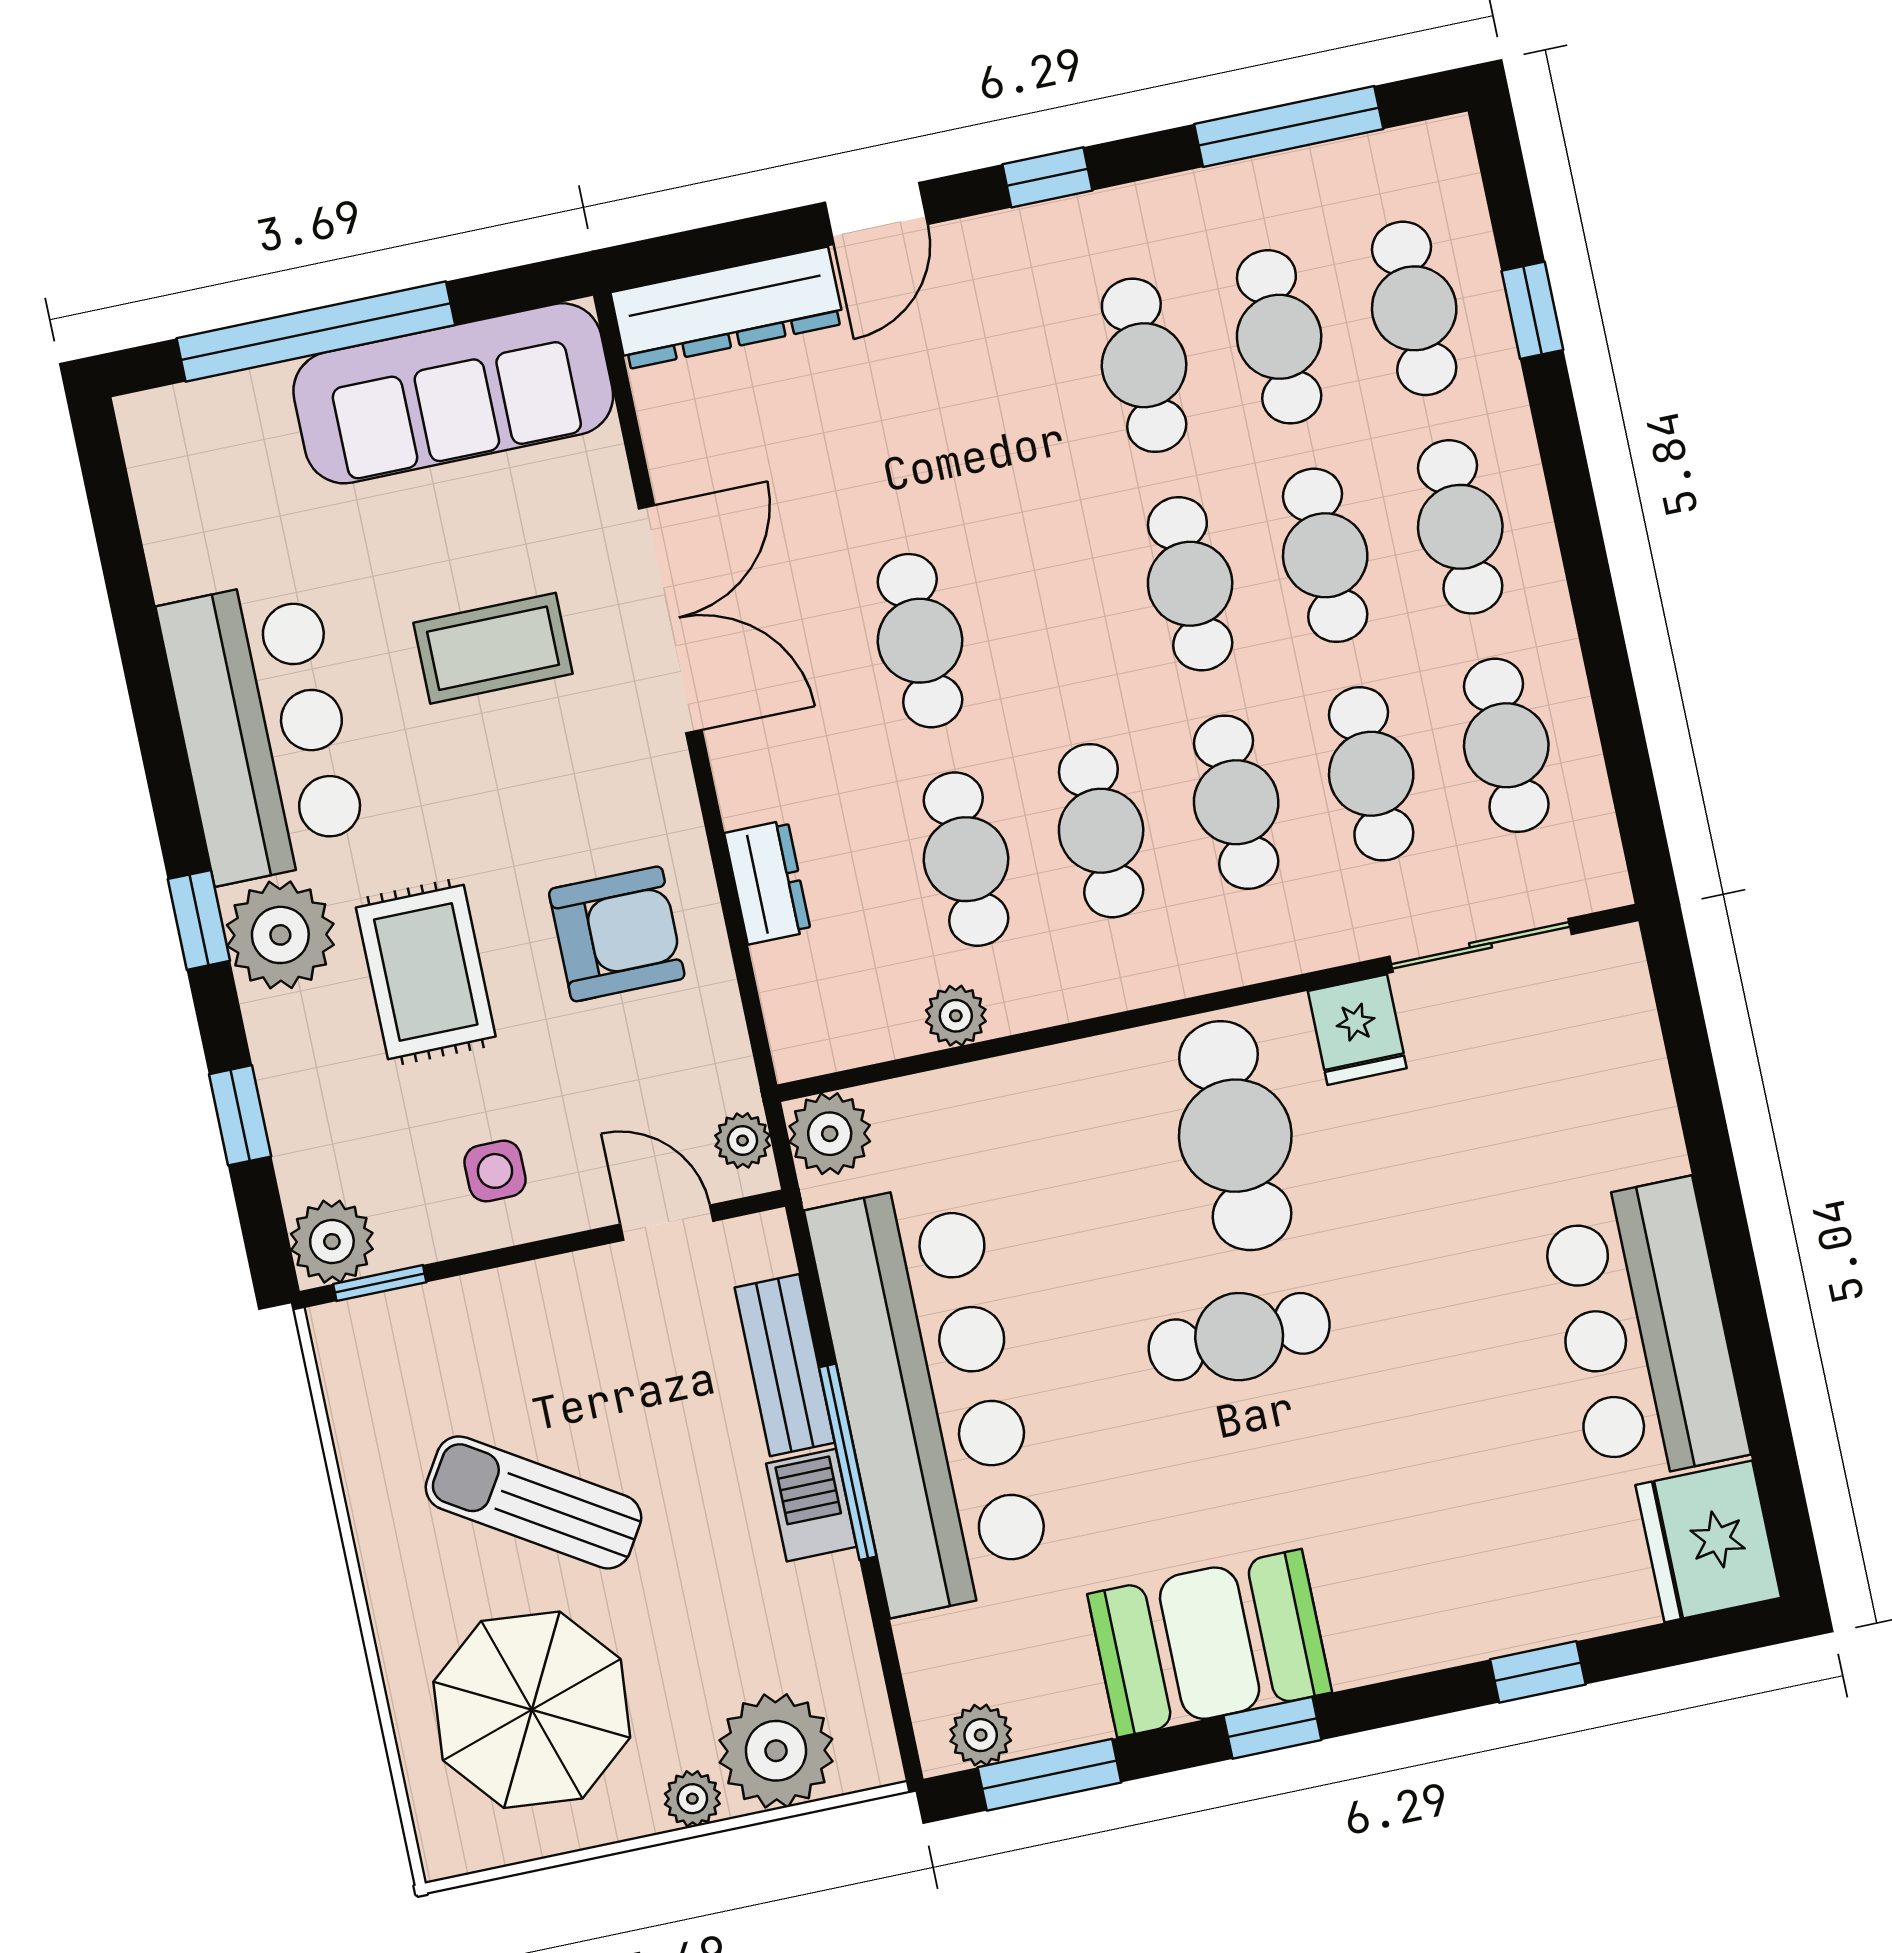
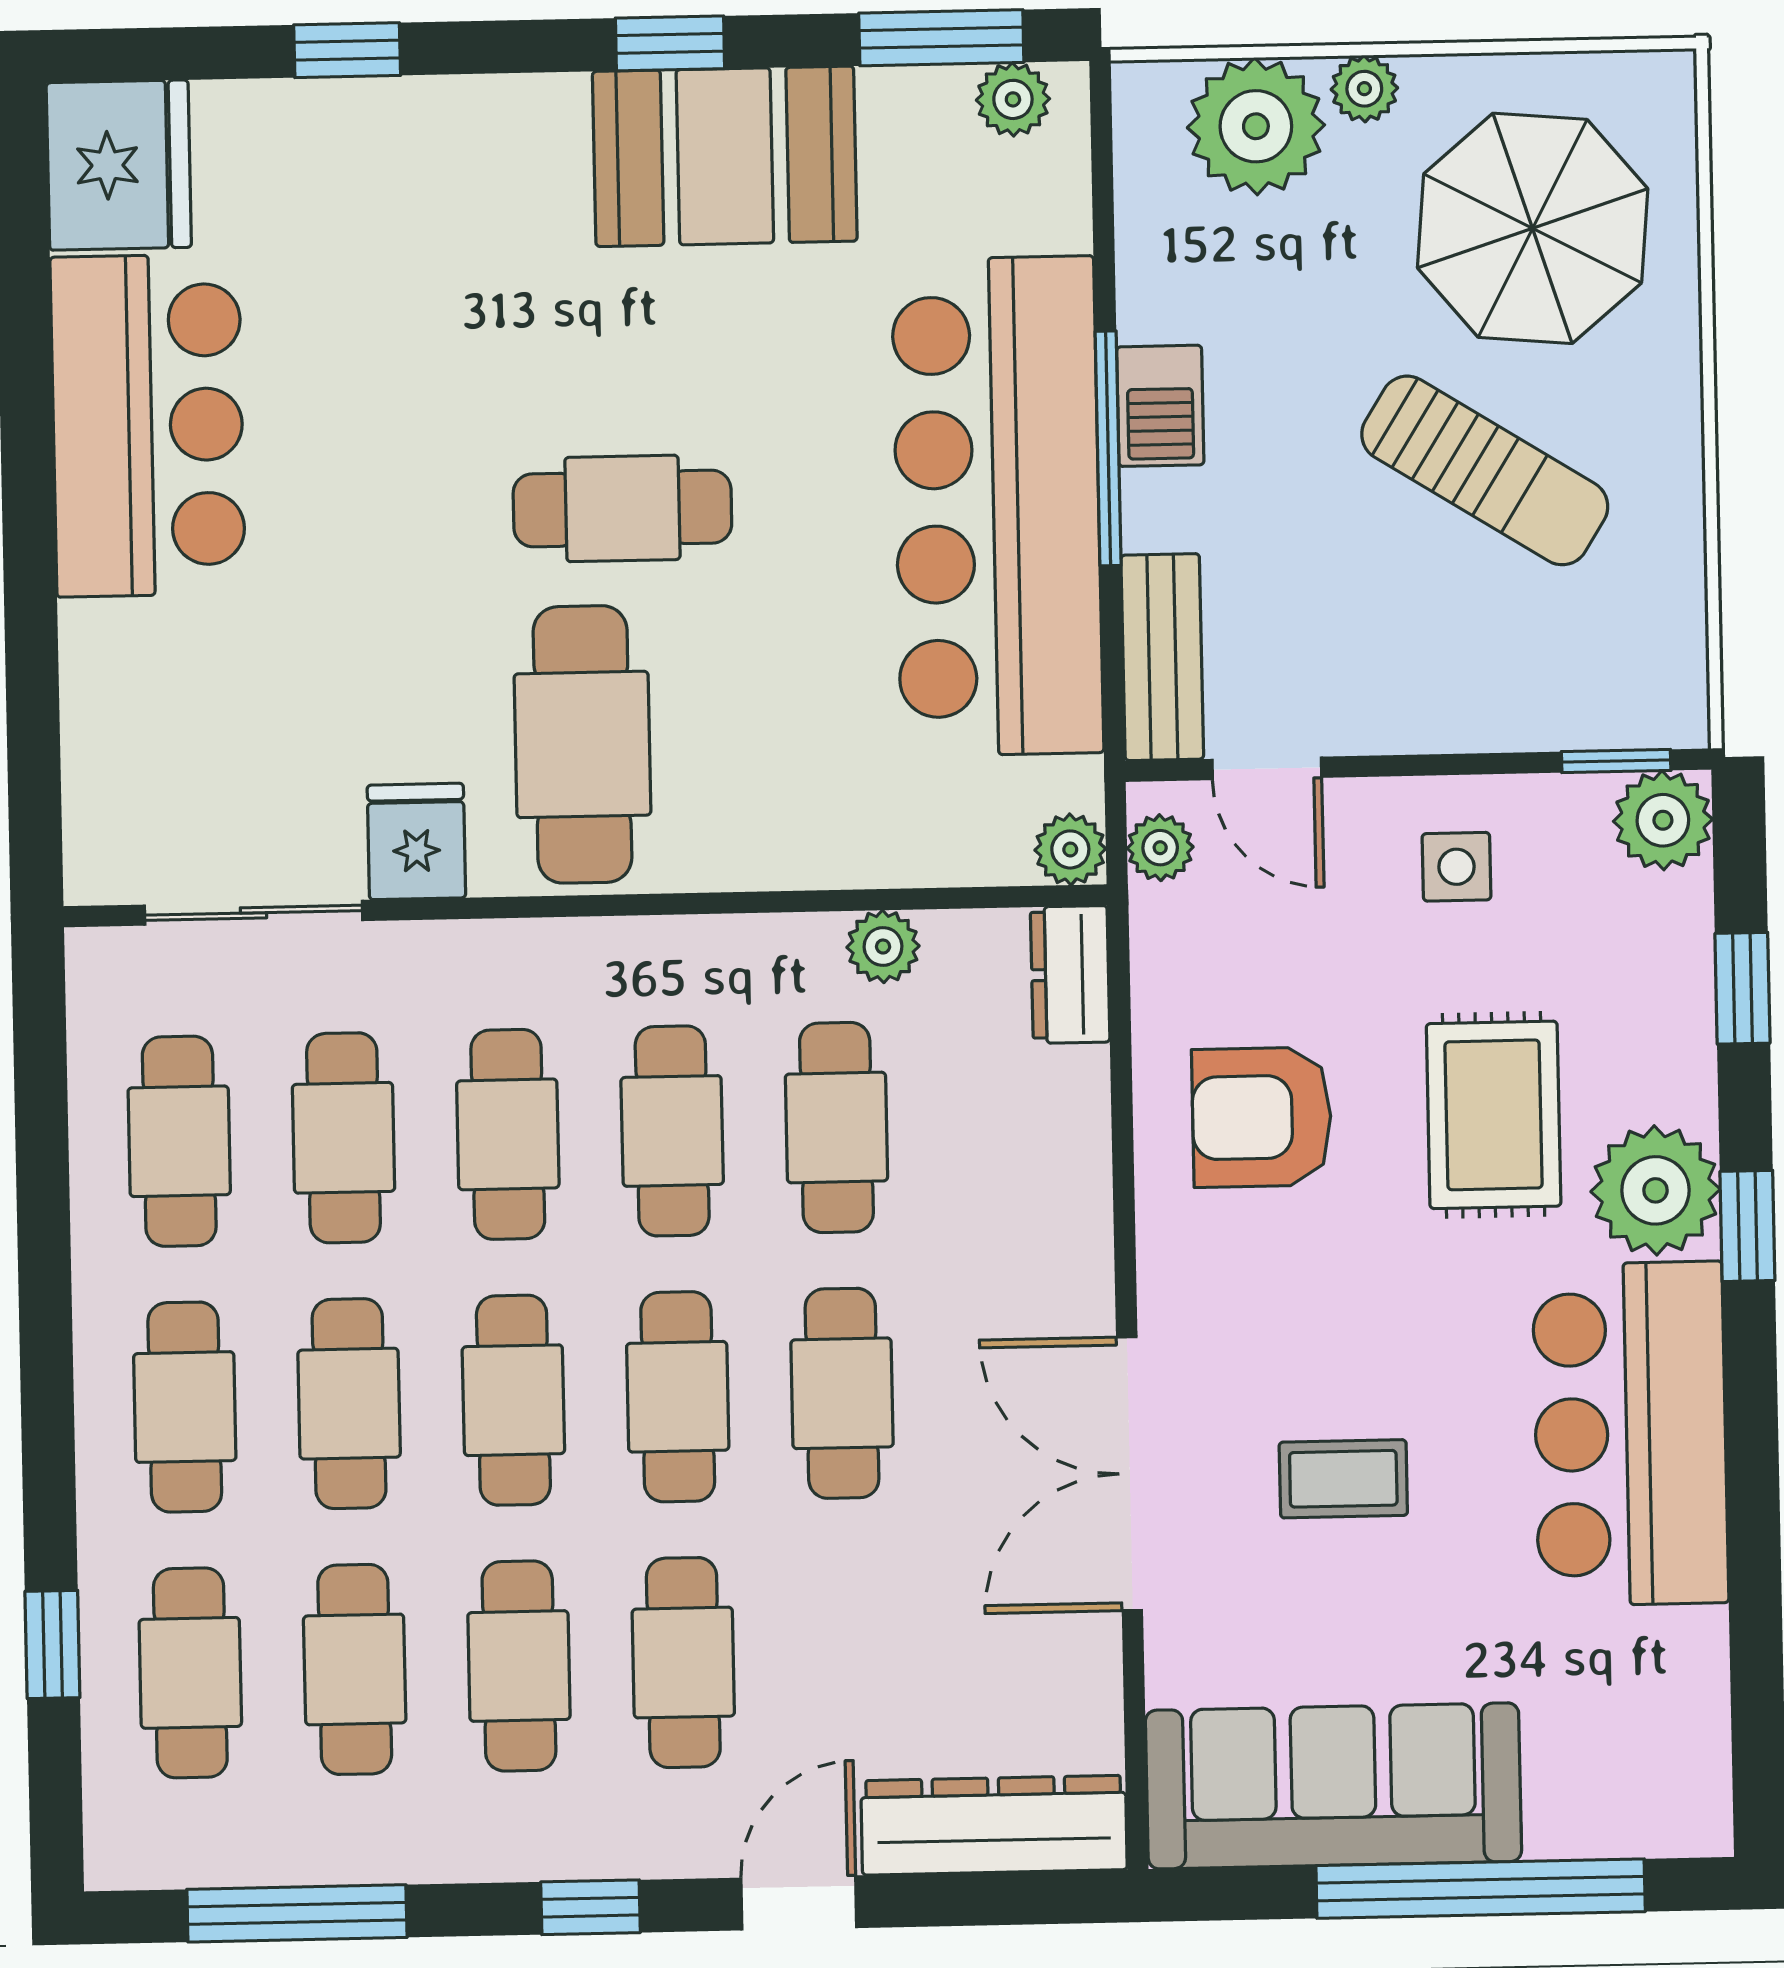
cafe table: (1009, 394) -> (683, 1663), added
cafe table: (1055, 612) -> (678, 1397), added
coffee table: (493, 648) -> (1343, 1479), width x0.73, depth x0.77
dresser: (768, 882) -> (1070, 975), moved
plant: (830, 1134) -> (1070, 849), width x0.73, depth x0.73
bench: (785, 1365) -> (1162, 657), moved

